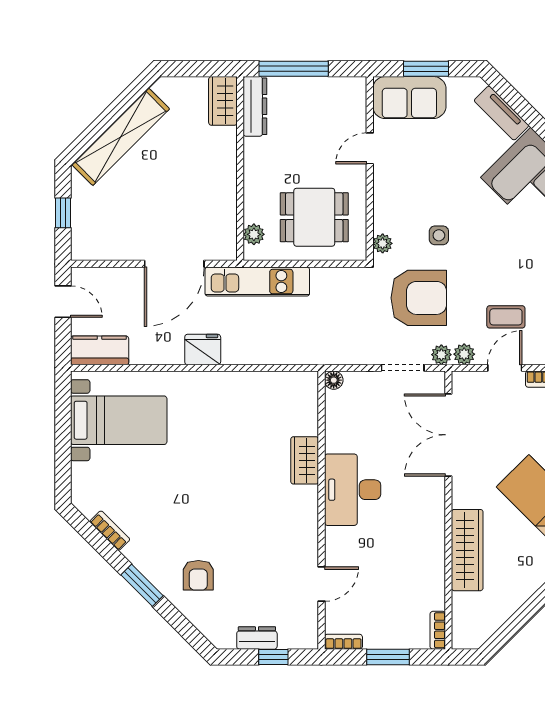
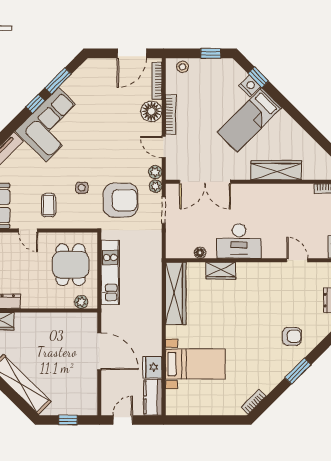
plant: (383, 243) -> (87, 223), removed
kitchen unit: (257, 282) -> (110, 272), moved
armchair: (419, 298) -> (120, 200), turned 90
coffee table: (506, 317) -> (49, 205), moved
fridge: (203, 350) -> (152, 367), moved
floor lamp: (334, 380) -> (200, 253), moved
wardrobe: (268, 387) -> (176, 293), added
bed with nightstands: (119, 420) -> (195, 364), moved, turned 90
bookcase: (110, 531) -> (253, 402), moved

